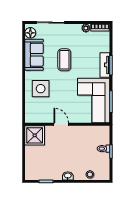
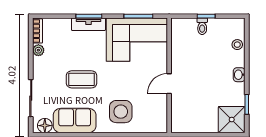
shower: (35, 135) -> (232, 120), moved

